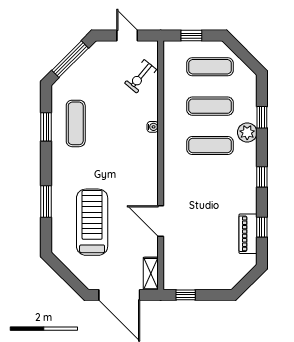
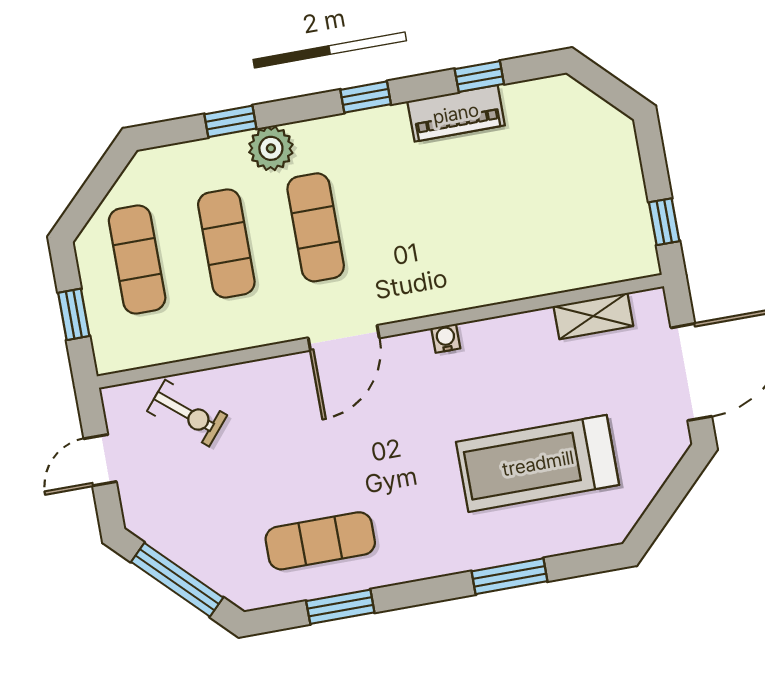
water cooler: (153, 127) -> (446, 338), moved
door: (161, 221) -> (344, 338), moved
piano: (248, 234) -> (456, 113), moved
shelving: (151, 274) -> (593, 316), moved

